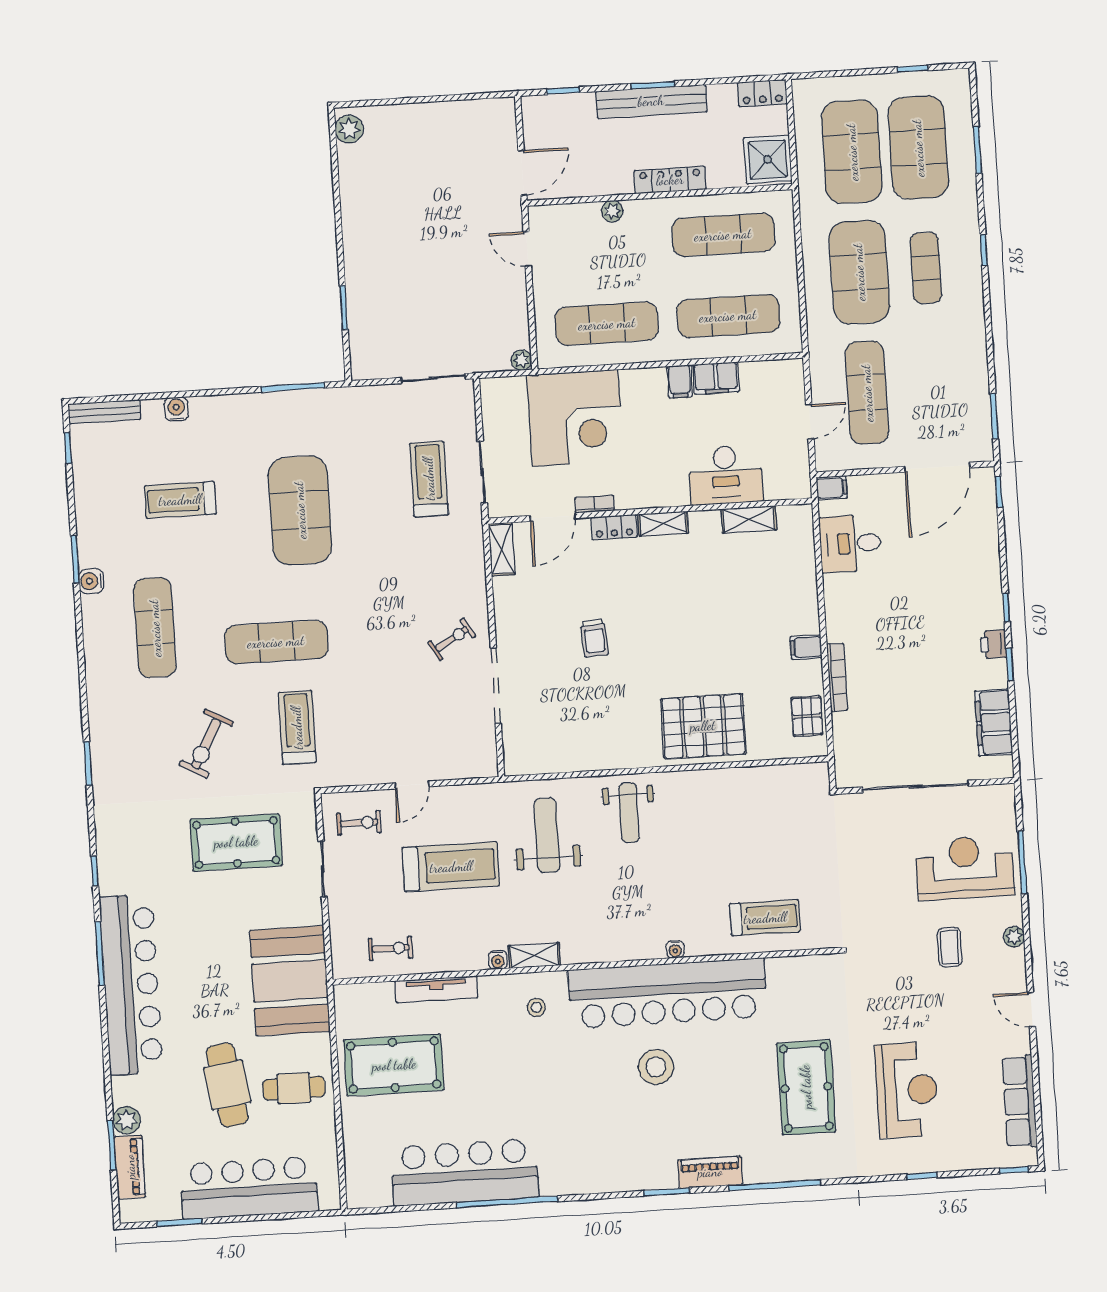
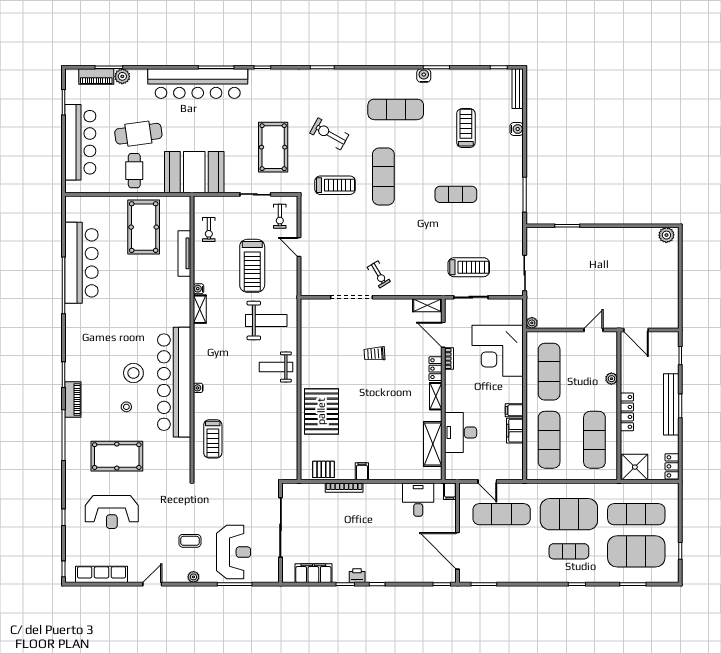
exercise mat: (852, 152) -> (636, 514), width x0.68
exercise mat: (300, 510) -> (456, 194), width x0.50, depth x0.69
shelving: (749, 519) -> (433, 444), width x1.50, depth x1.33
stool: (536, 1007) -> (126, 407), moved

